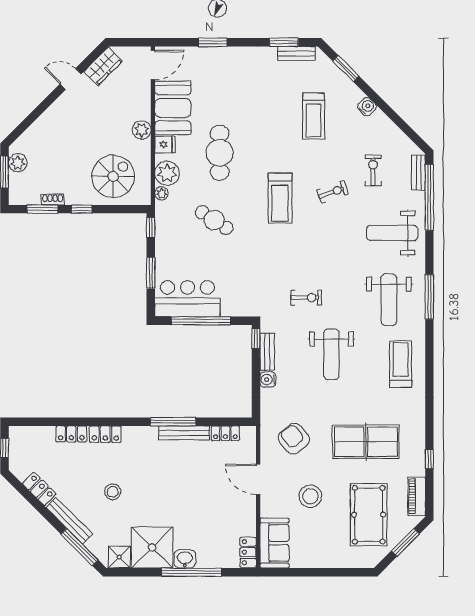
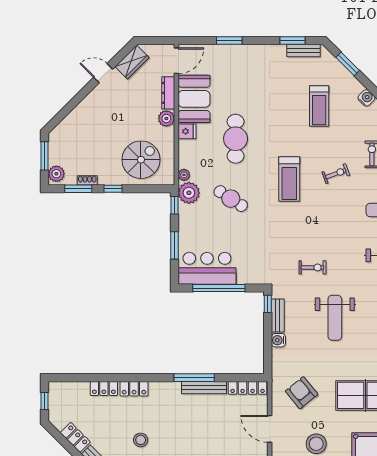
dresser: (144, 101) -> (168, 93), added
plant: (18, 163) -> (56, 174), moved
plant: (167, 173) -> (189, 193), moved
locker: (225, 433) -> (248, 388), width x1.53

